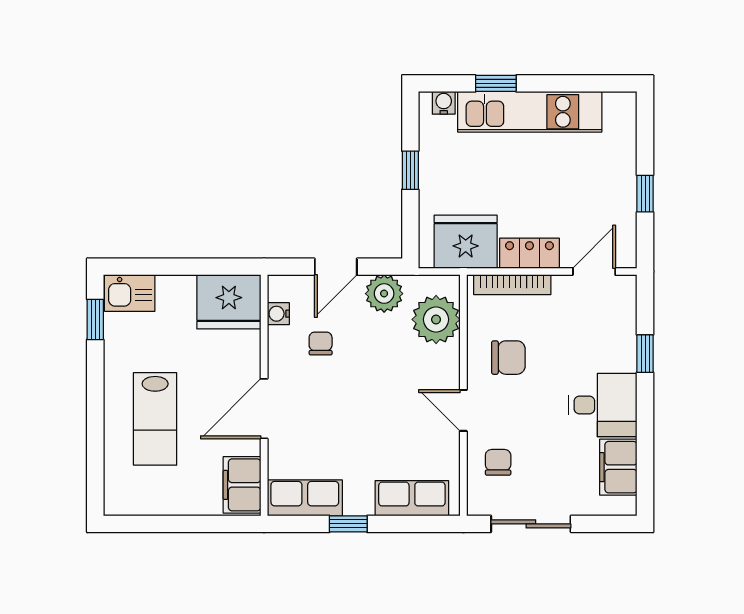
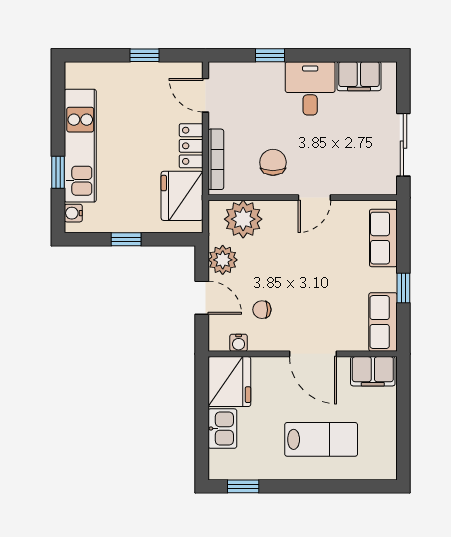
kitchen sink: (130, 293) -> (222, 429), moved
chair: (498, 462) -> (355, 170), removed

